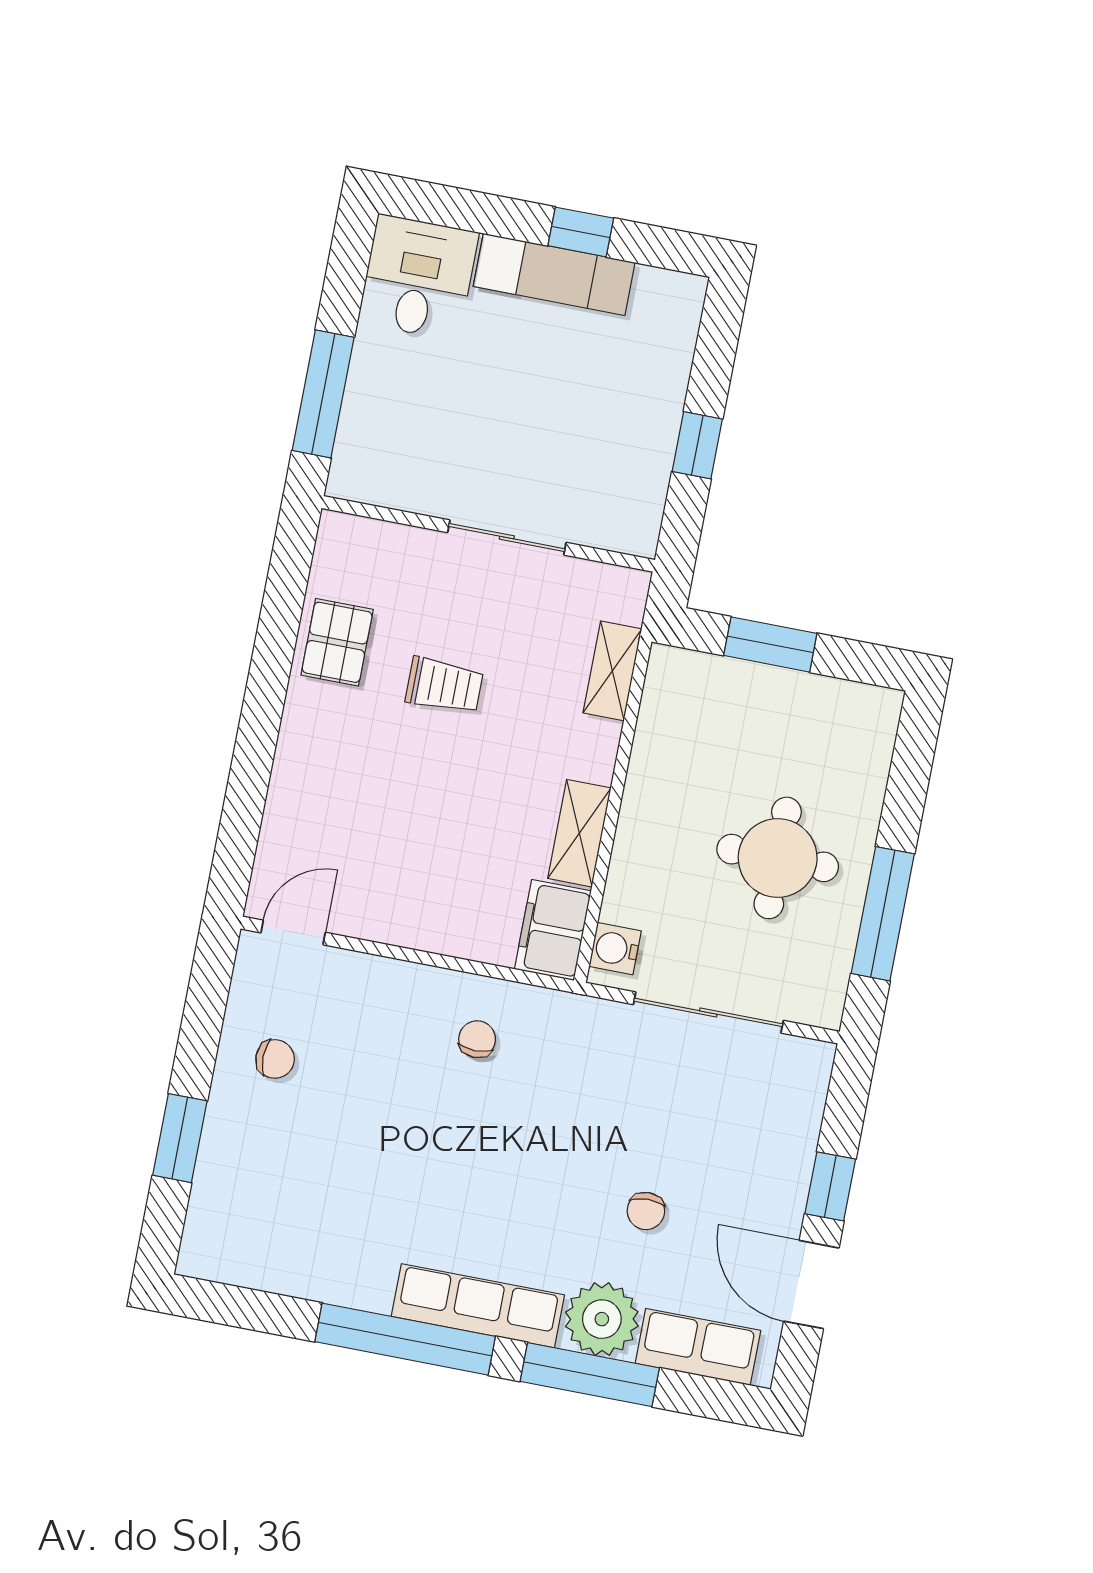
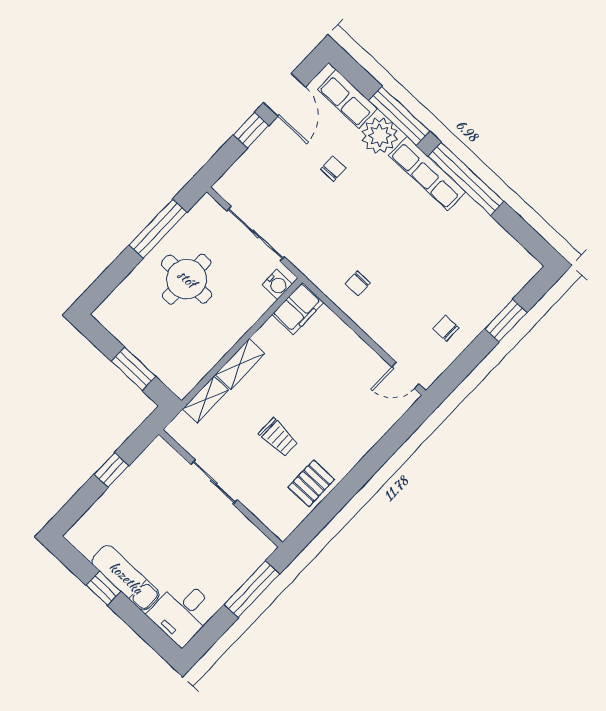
trolley: (444, 685) -> (278, 437), turned 180
shelving: (579, 833) -> (240, 364), moved

